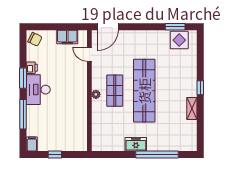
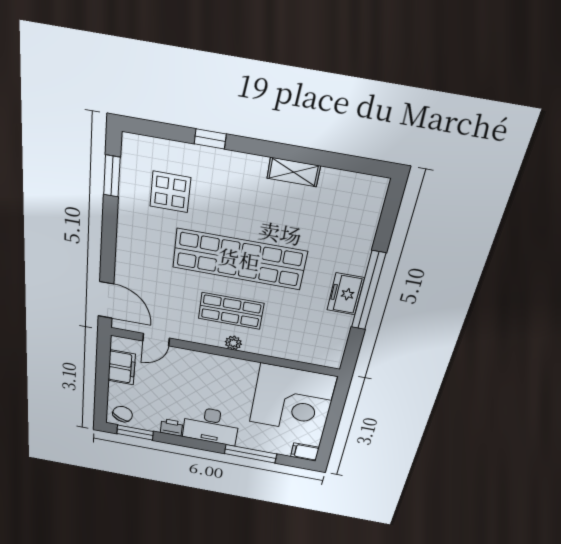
display table: (179, 40) -> (170, 192), moved
window: (23, 78) -> (135, 432), moved
window: (200, 88) -> (210, 139), moved
corner desk: (67, 131) -> (292, 399), added
window: (55, 155) -> (332, 424), removed
window: (157, 155) -> (368, 291), moved

